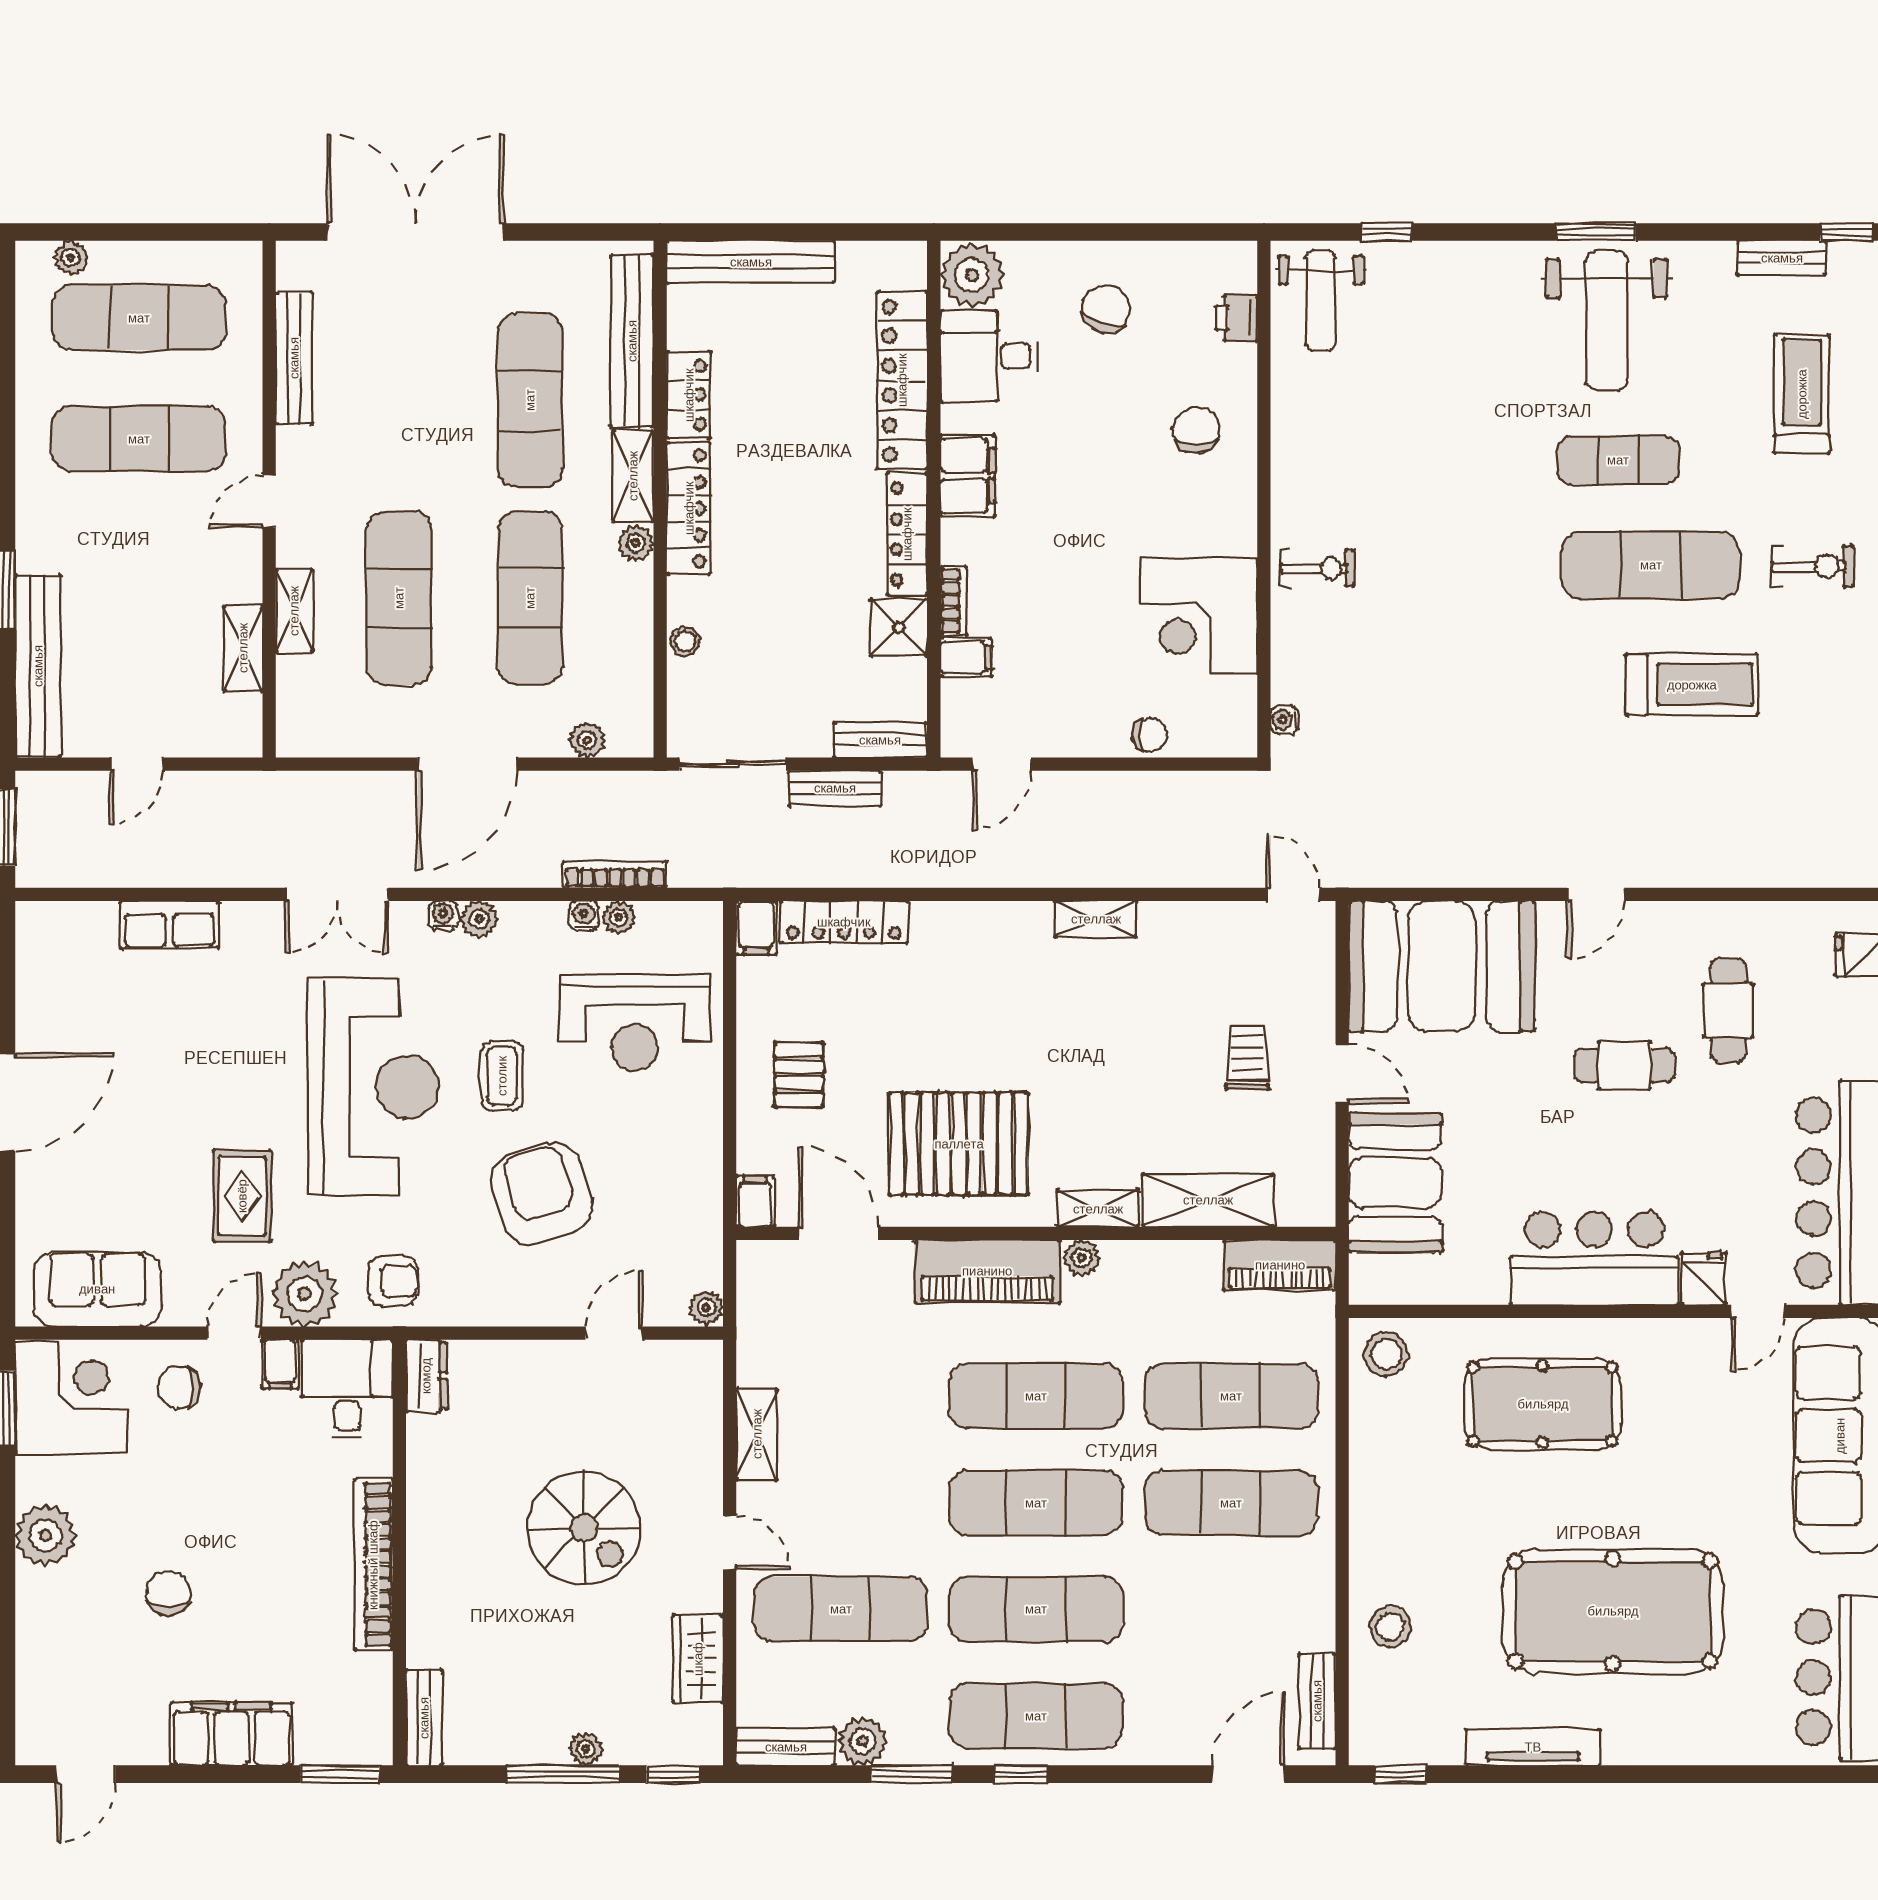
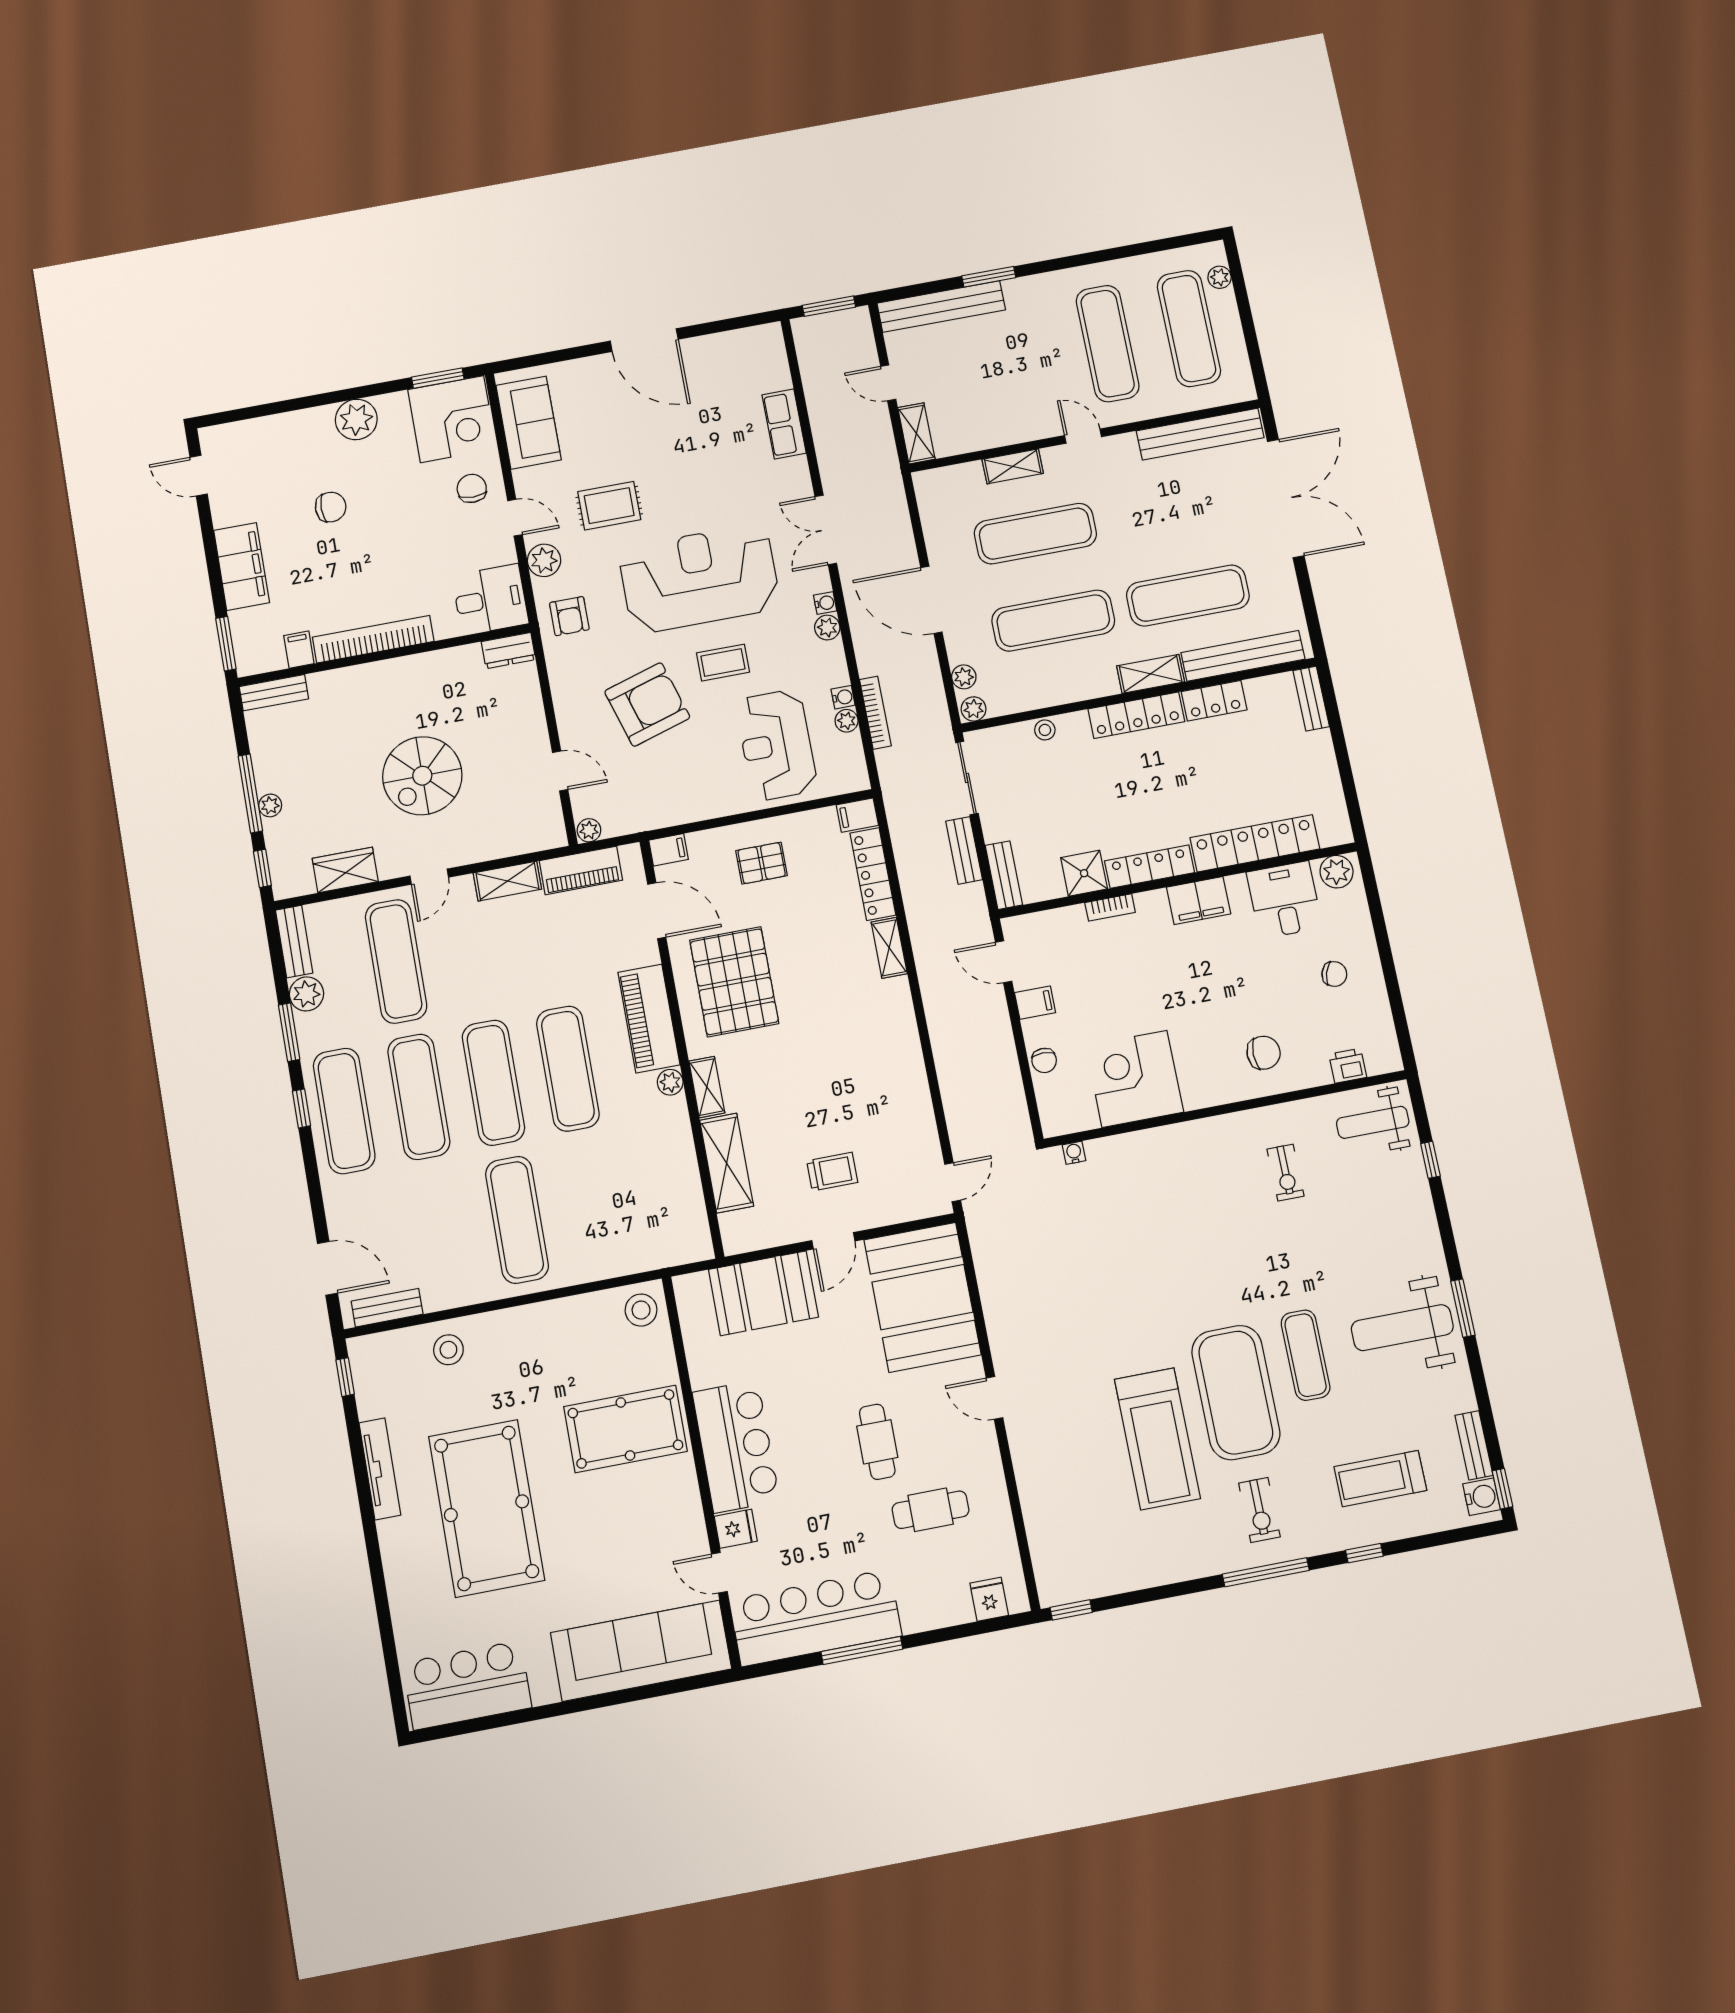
bench: (751, 262) -> (1311, 699), width x0.54, depth x0.82
water cooler: (1852, 263) -> (1482, 1497), added
plant: (972, 275) -> (1337, 872), width x0.73, depth x0.73
chair: (1106, 309) -> (1334, 974), width x0.73, depth x0.73
bench: (294, 358) -> (1200, 434), width x1.37, depth x1.21
treadmill: (1802, 394) -> (1380, 1479), turned 180
plant: (636, 543) -> (974, 709), moved
exercise mat: (1651, 565) -> (1236, 1393), width x1.47
exercise bike: (1317, 568) -> (1285, 1173), moved
shelving: (243, 648) -> (916, 433), moved, turned 90
filing cabinet: (966, 658) -> (1035, 1003), moved, turned -90
treadmill: (1692, 685) -> (1157, 1439), width x1.37, depth x1.38
shelving: (1096, 919) -> (889, 948), moved
reception desk: (373, 1087) -> (699, 579), turned 180
door: (838, 1233) -> (657, 911), hinge flipped
piano: (1280, 1265) -> (581, 870), moved, turned -90
plant: (305, 1294) -> (544, 560), width x0.73, depth x0.73
filing cabinet: (280, 1364) -> (299, 650), moved, turned 90
exercise mat: (1231, 1396) -> (592, 1206), removed
pool table: (1543, 1404) -> (625, 1429), turned 90

